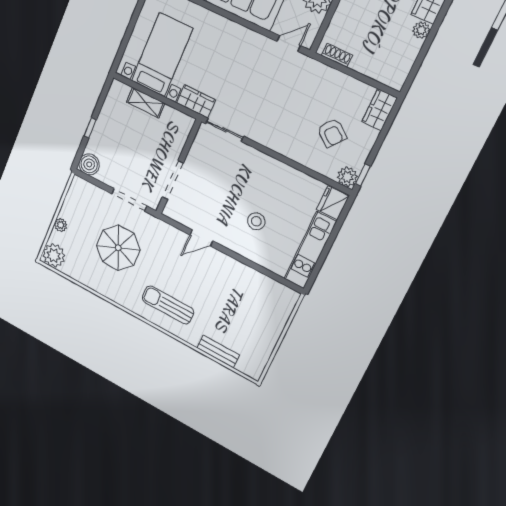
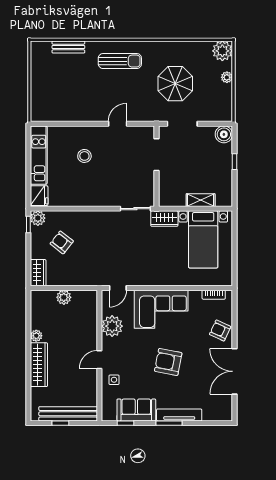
shoe rack: (337, 55) -> (82, 295), removed
plant: (362, 63) -> (64, 297), added

